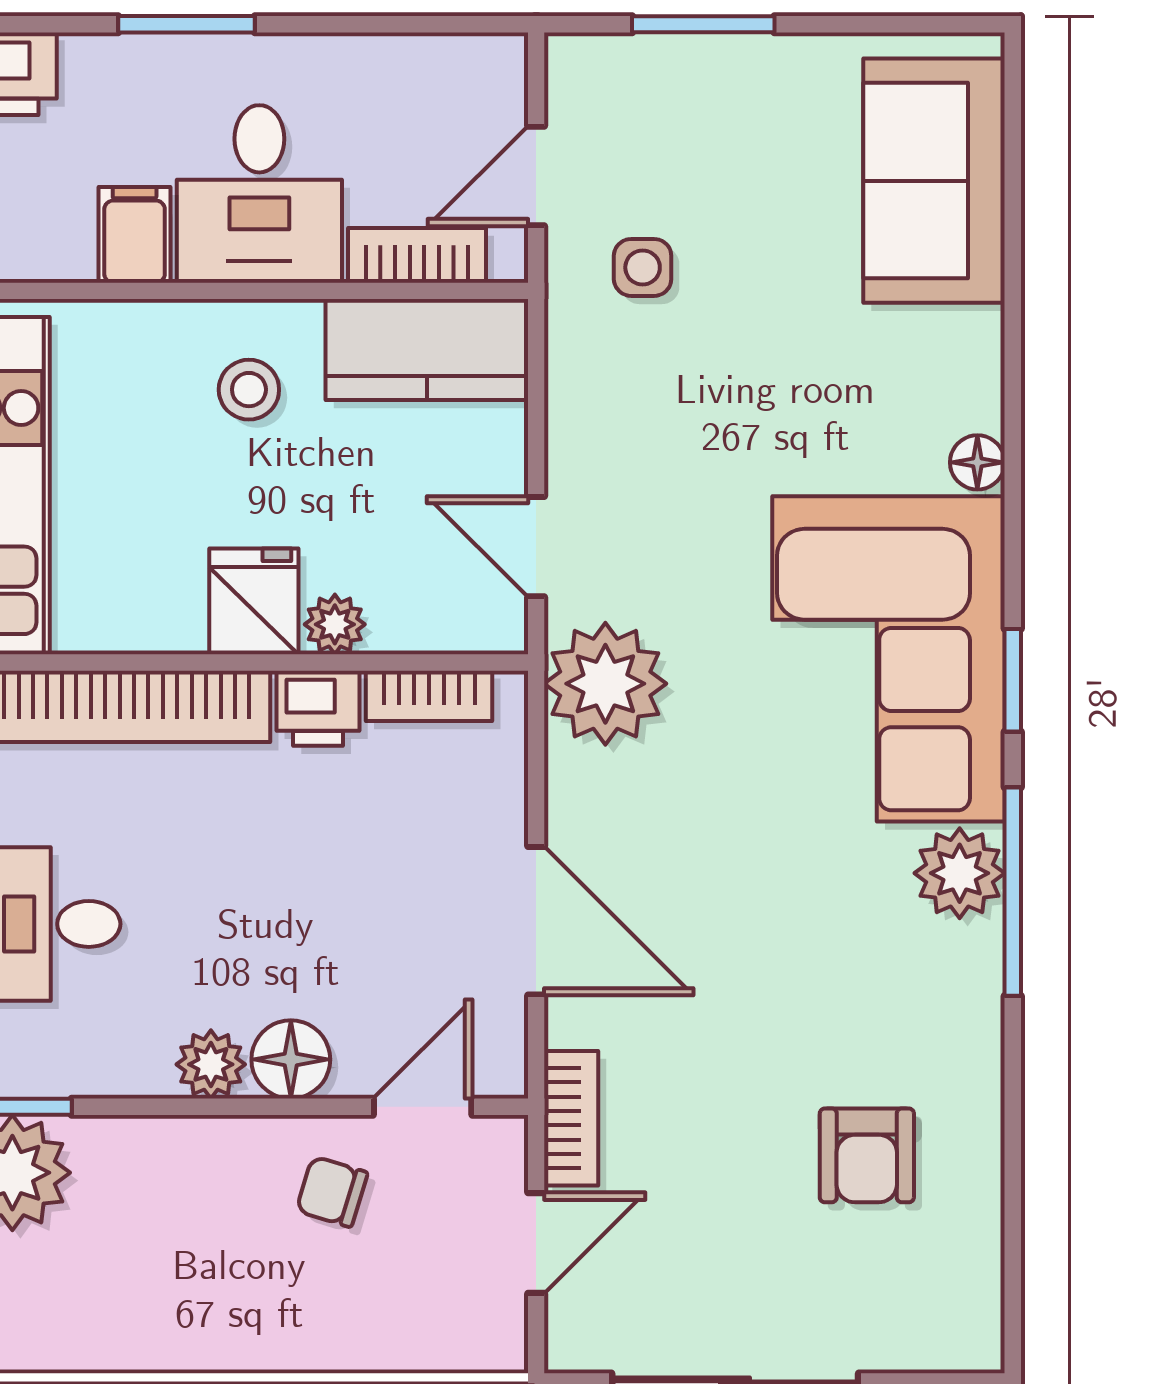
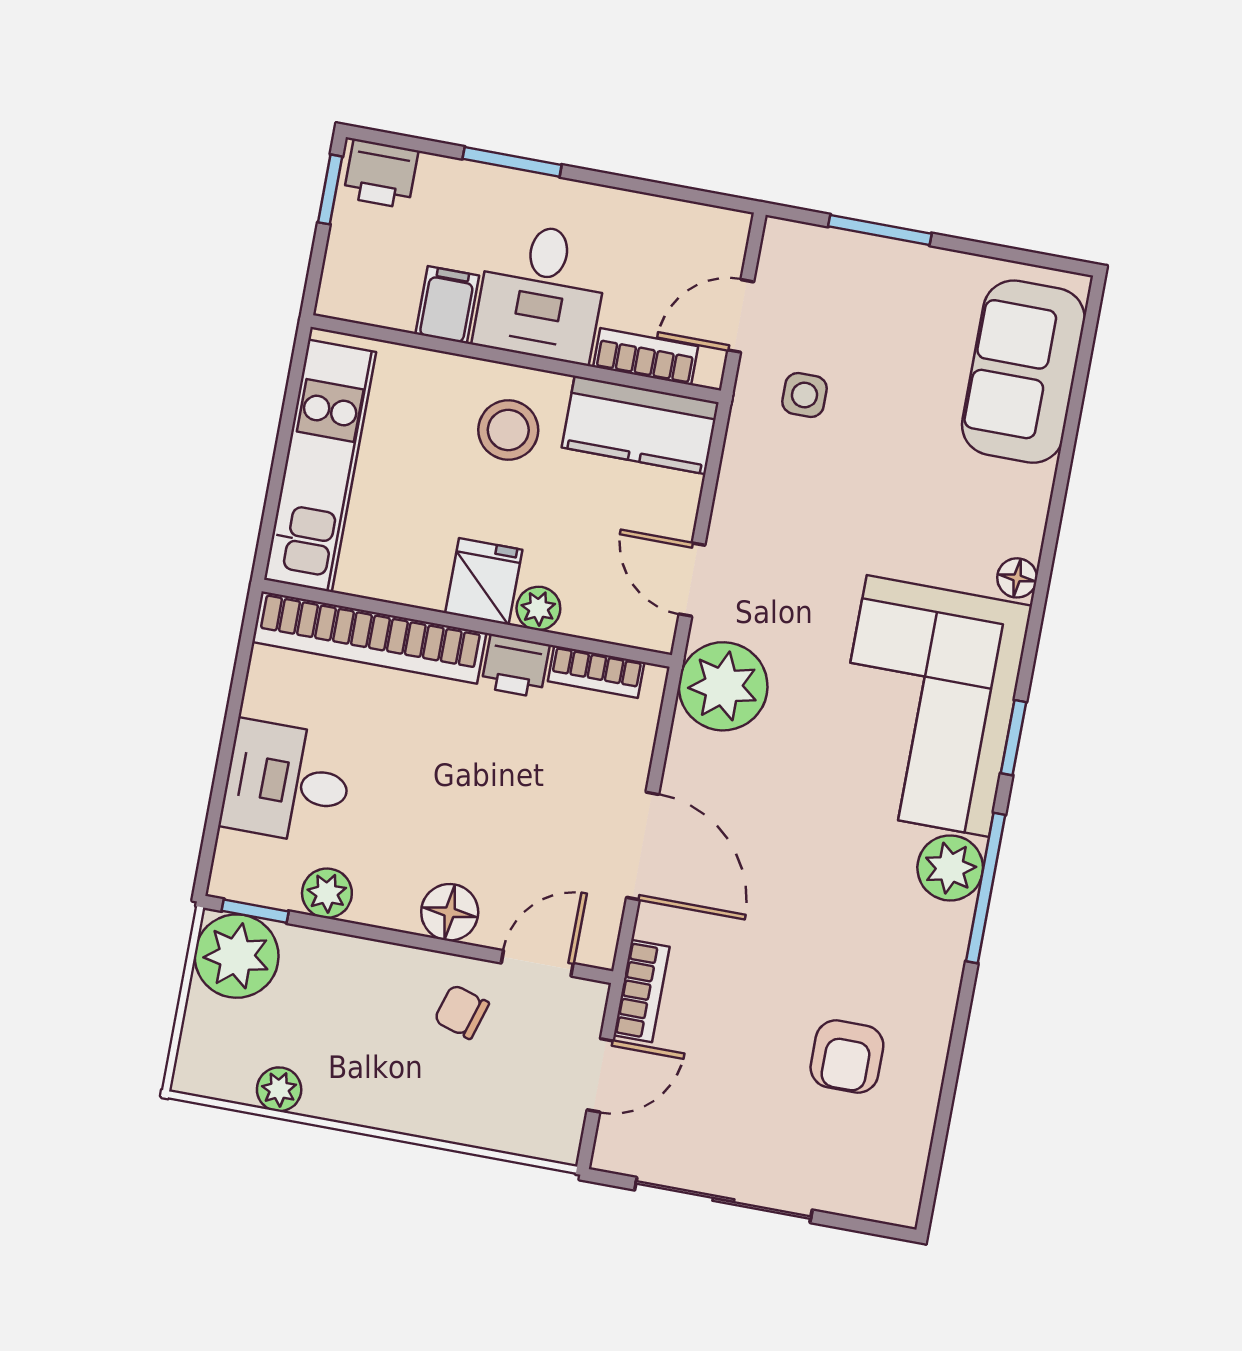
stool: (249, 390) -> (508, 430), width x1.37, depth x1.37
plant: (211, 1064) -> (327, 893), moved
plant: (104, 1343) -> (279, 1089), added

